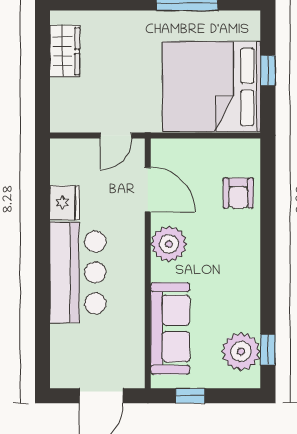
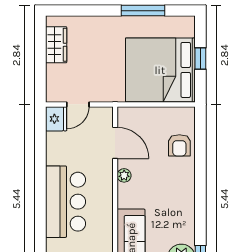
door: (116, 135) -> (78, 104), moved
fridge: (65, 203) -> (56, 119), moved
plant: (169, 244) -> (124, 175), width x0.53, depth x0.53

